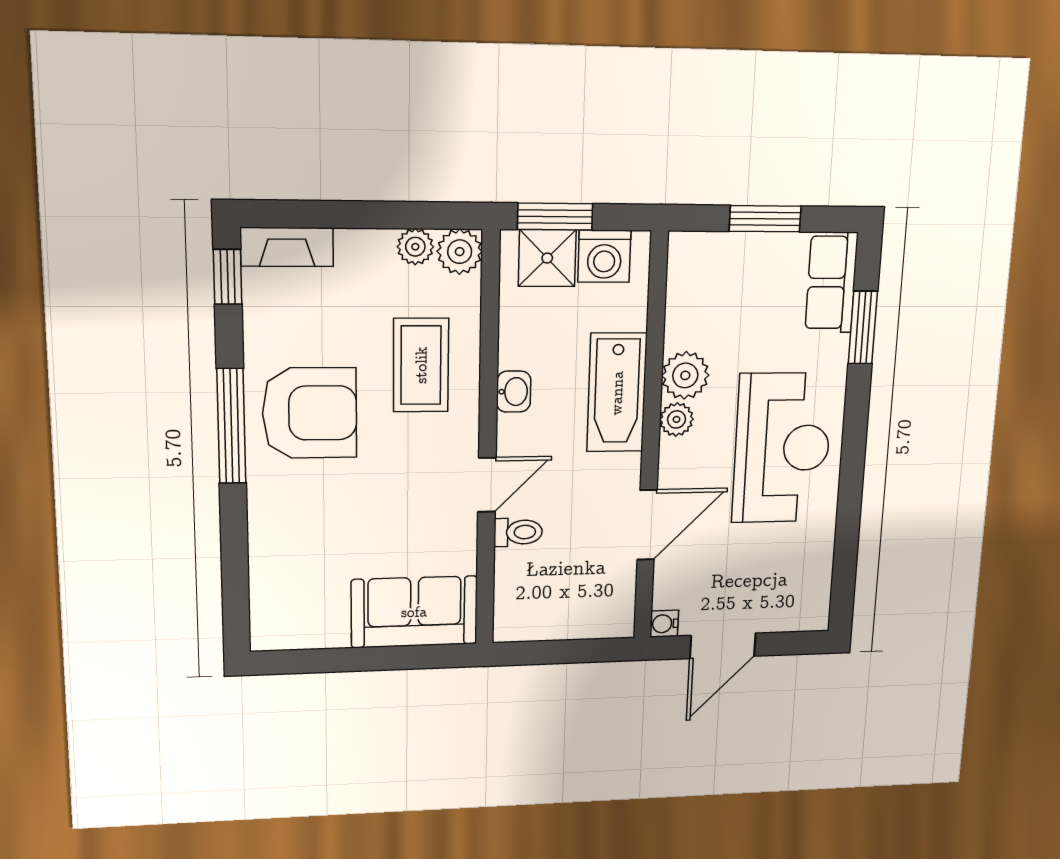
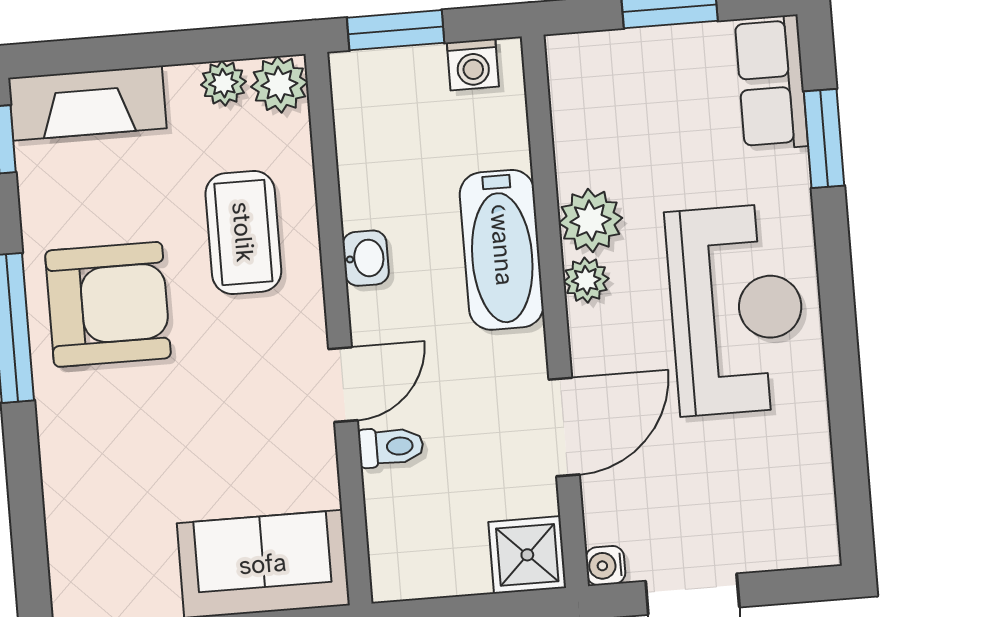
fireplace: (287, 247) -> (87, 103), width x1.37, depth x1.32
washing machine: (604, 256) -> (473, 65), width x0.73, depth x0.73
shower: (547, 258) -> (527, 555), moved

